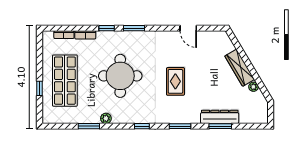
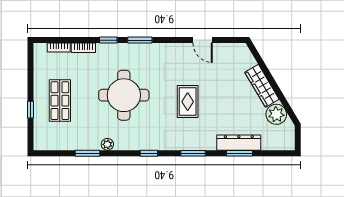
shop shelf: (65, 81) -> (60, 101), width x0.70, depth x0.74
plant: (253, 87) -> (276, 114), width x1.87, depth x1.87

